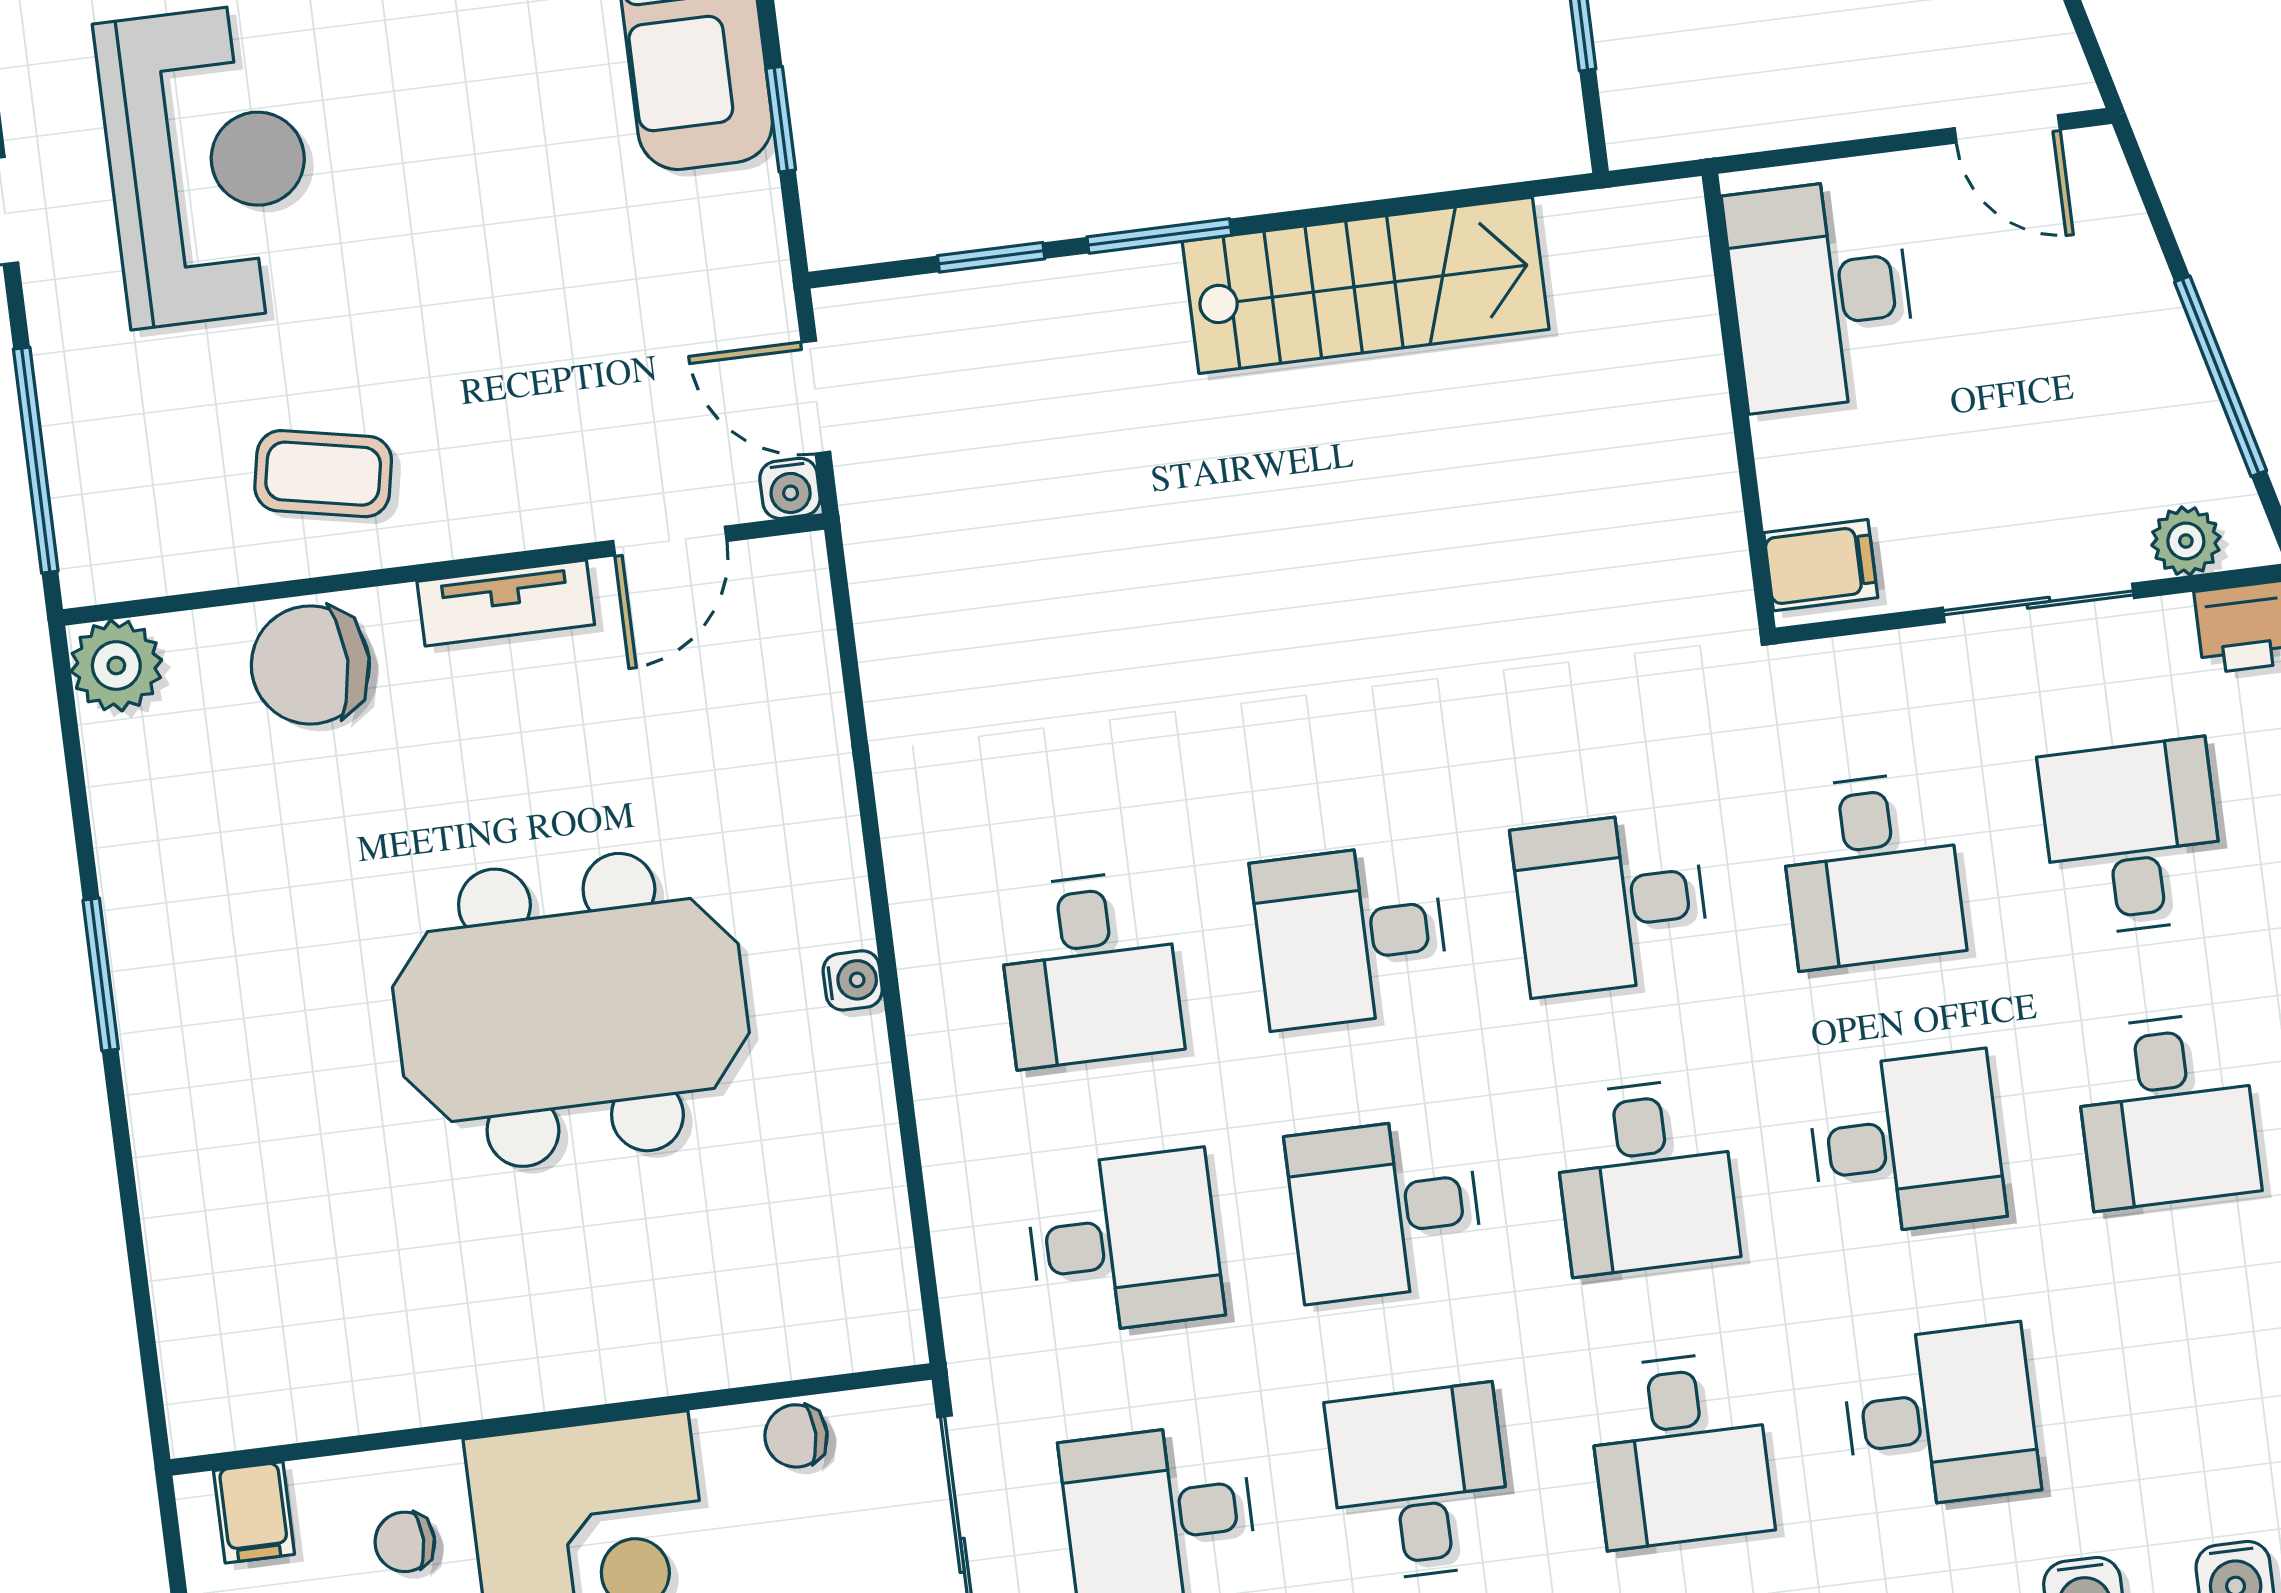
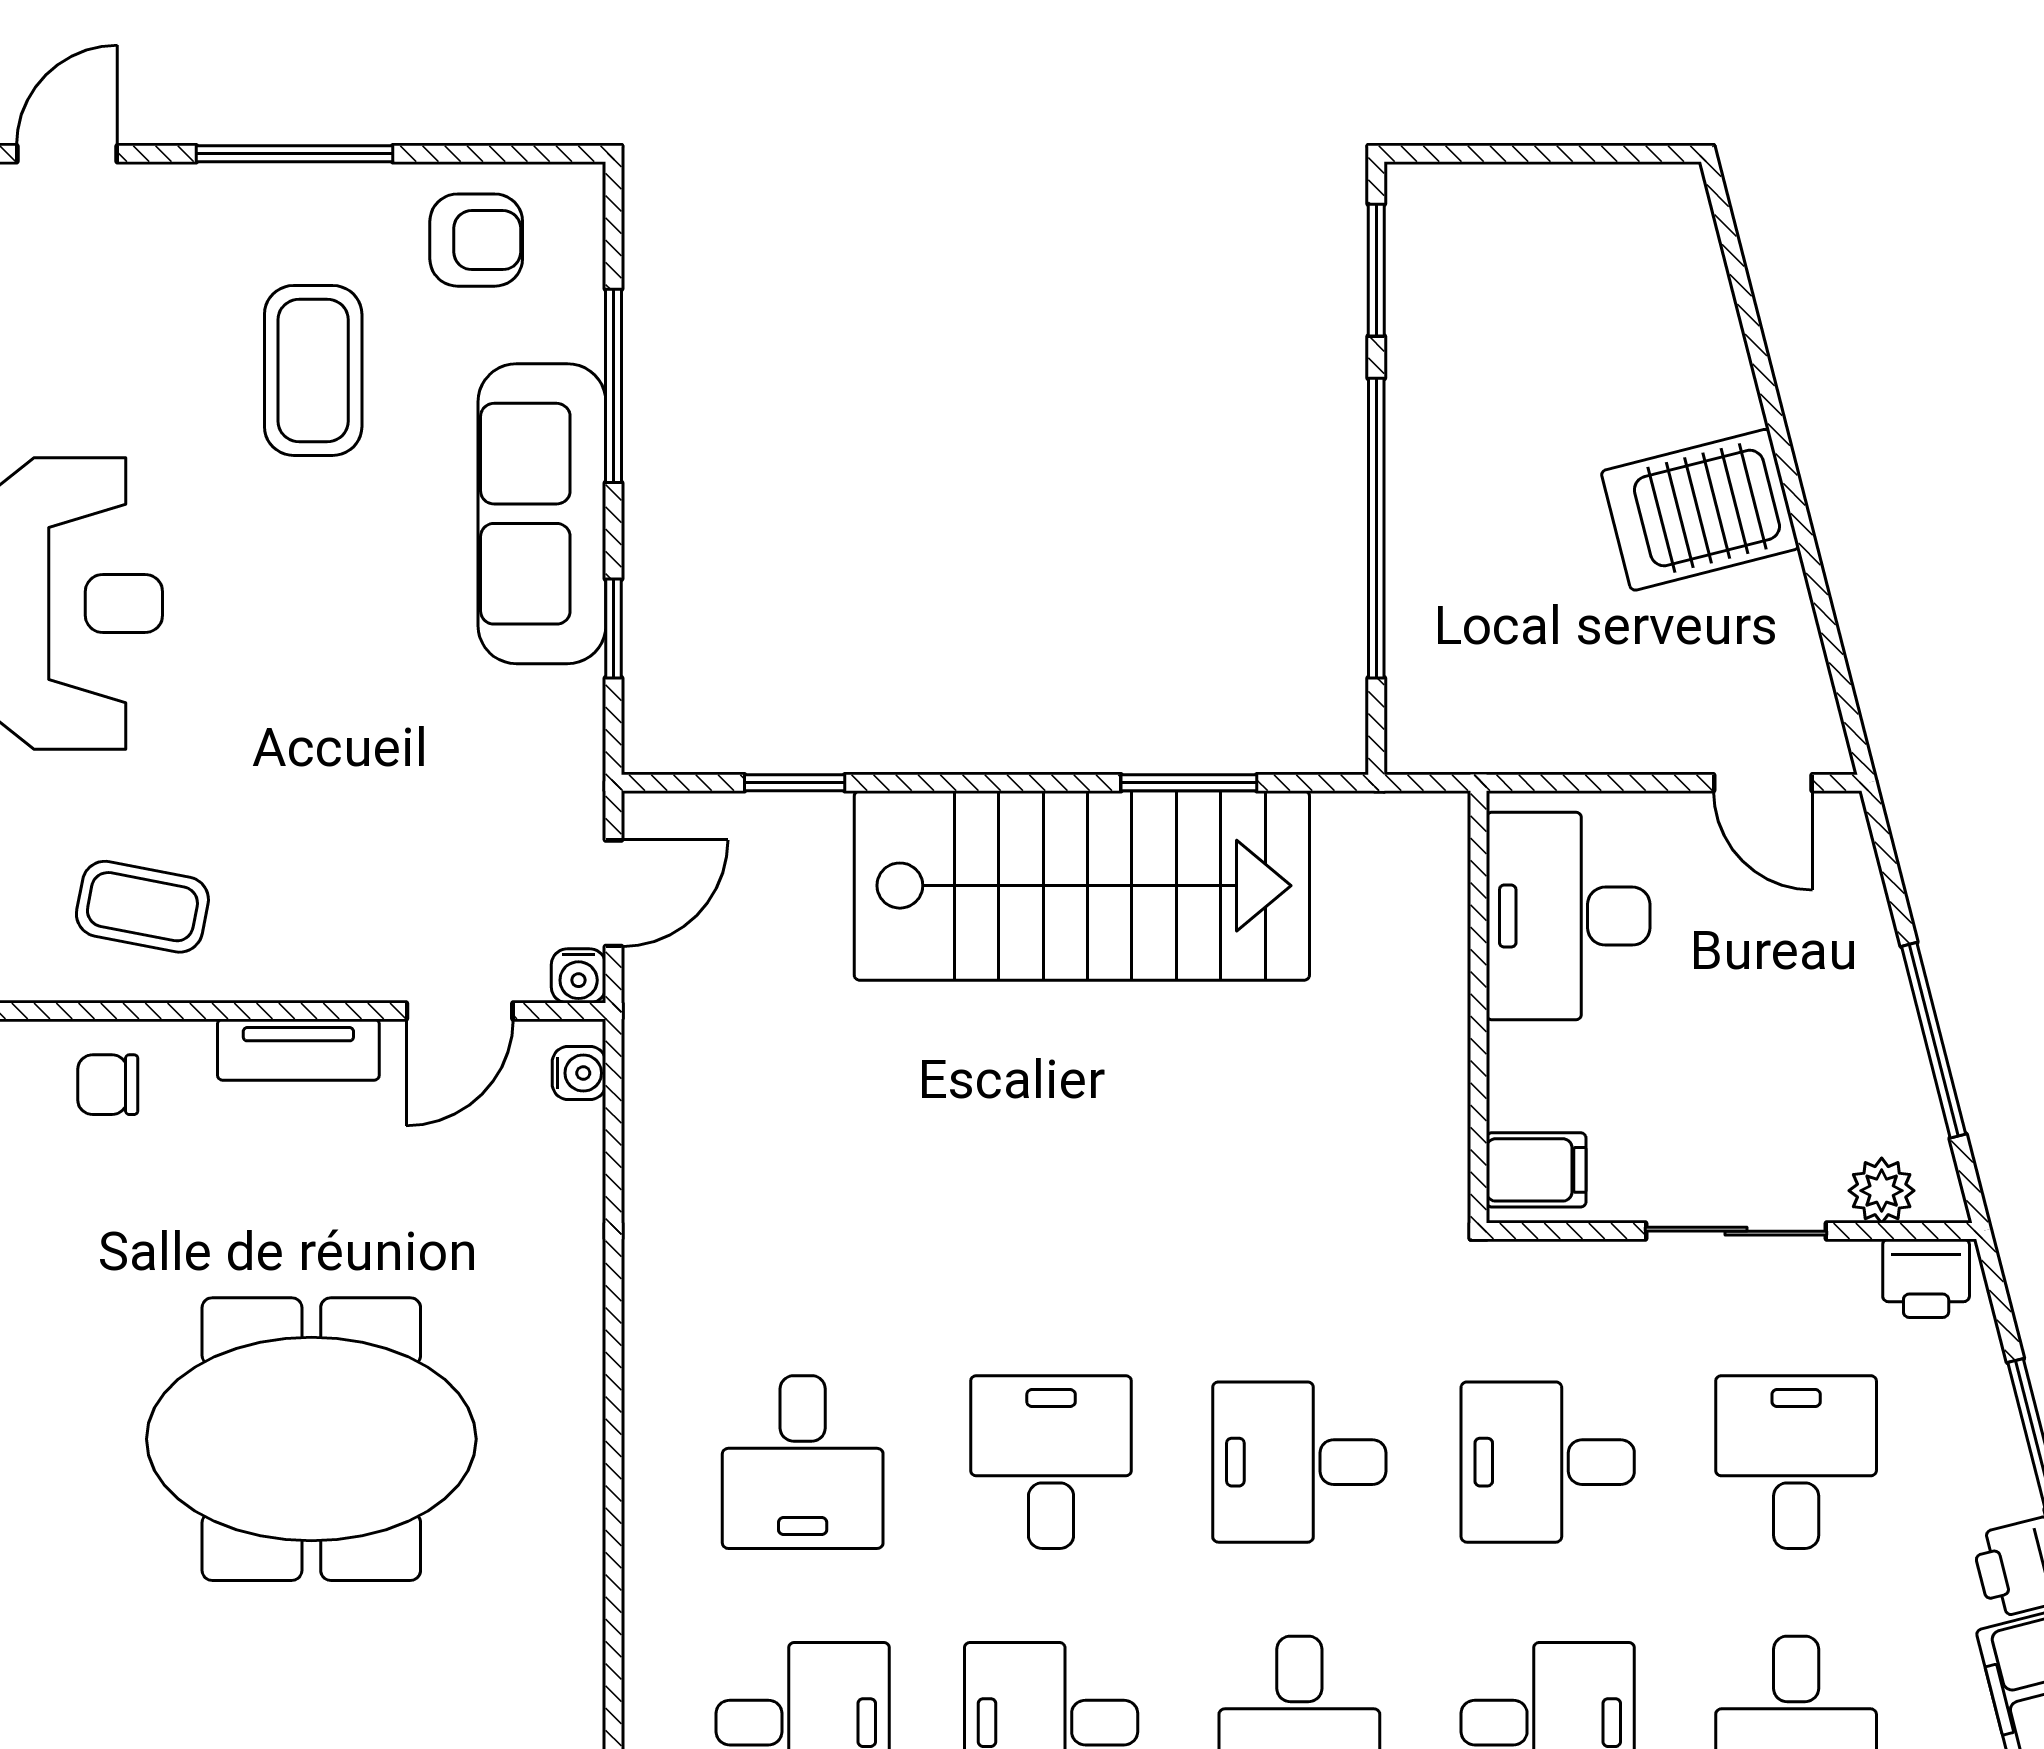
window: (1159, 236) -> (1189, 783), moved
stairs: (1366, 285) -> (1082, 886), width x1.36, depth x1.51
door: (816, 397) -> (614, 893), swing flipped
chair: (310, 665) -> (108, 1085), width x0.54, depth x0.54
desk: (1872, 870) -> (1548, 1462), turned 90
desk: (1350, 936) -> (1051, 1462), turned 90
water cooler: (853, 980) -> (579, 1073), moved

